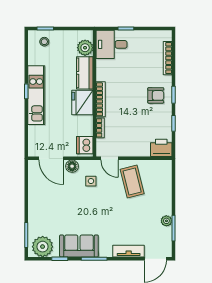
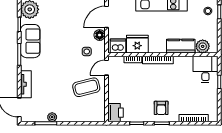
fridge: (82, 103) -> (137, 44), moved

